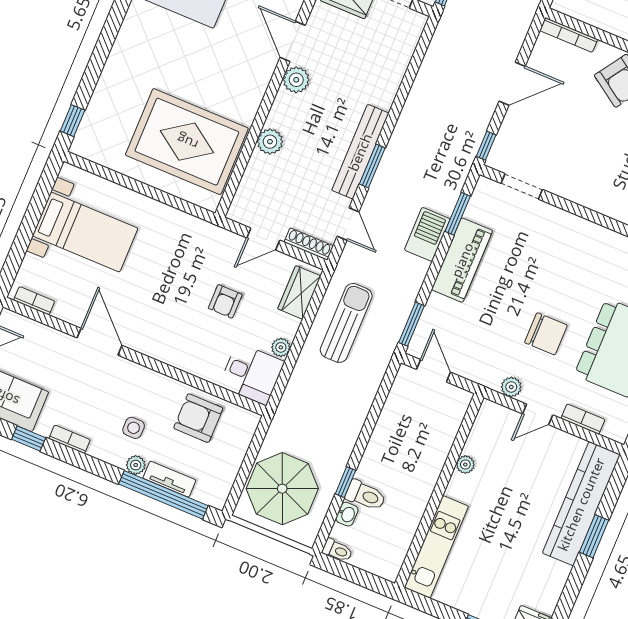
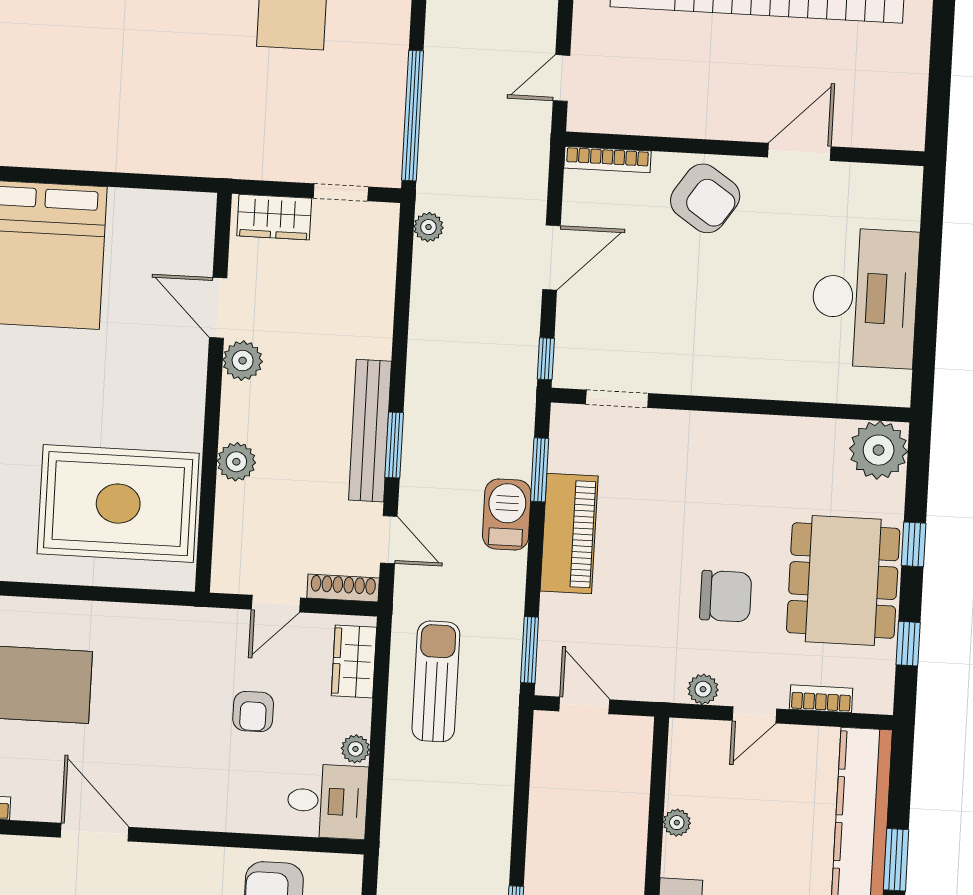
plant: (442, 37) -> (428, 227), added

